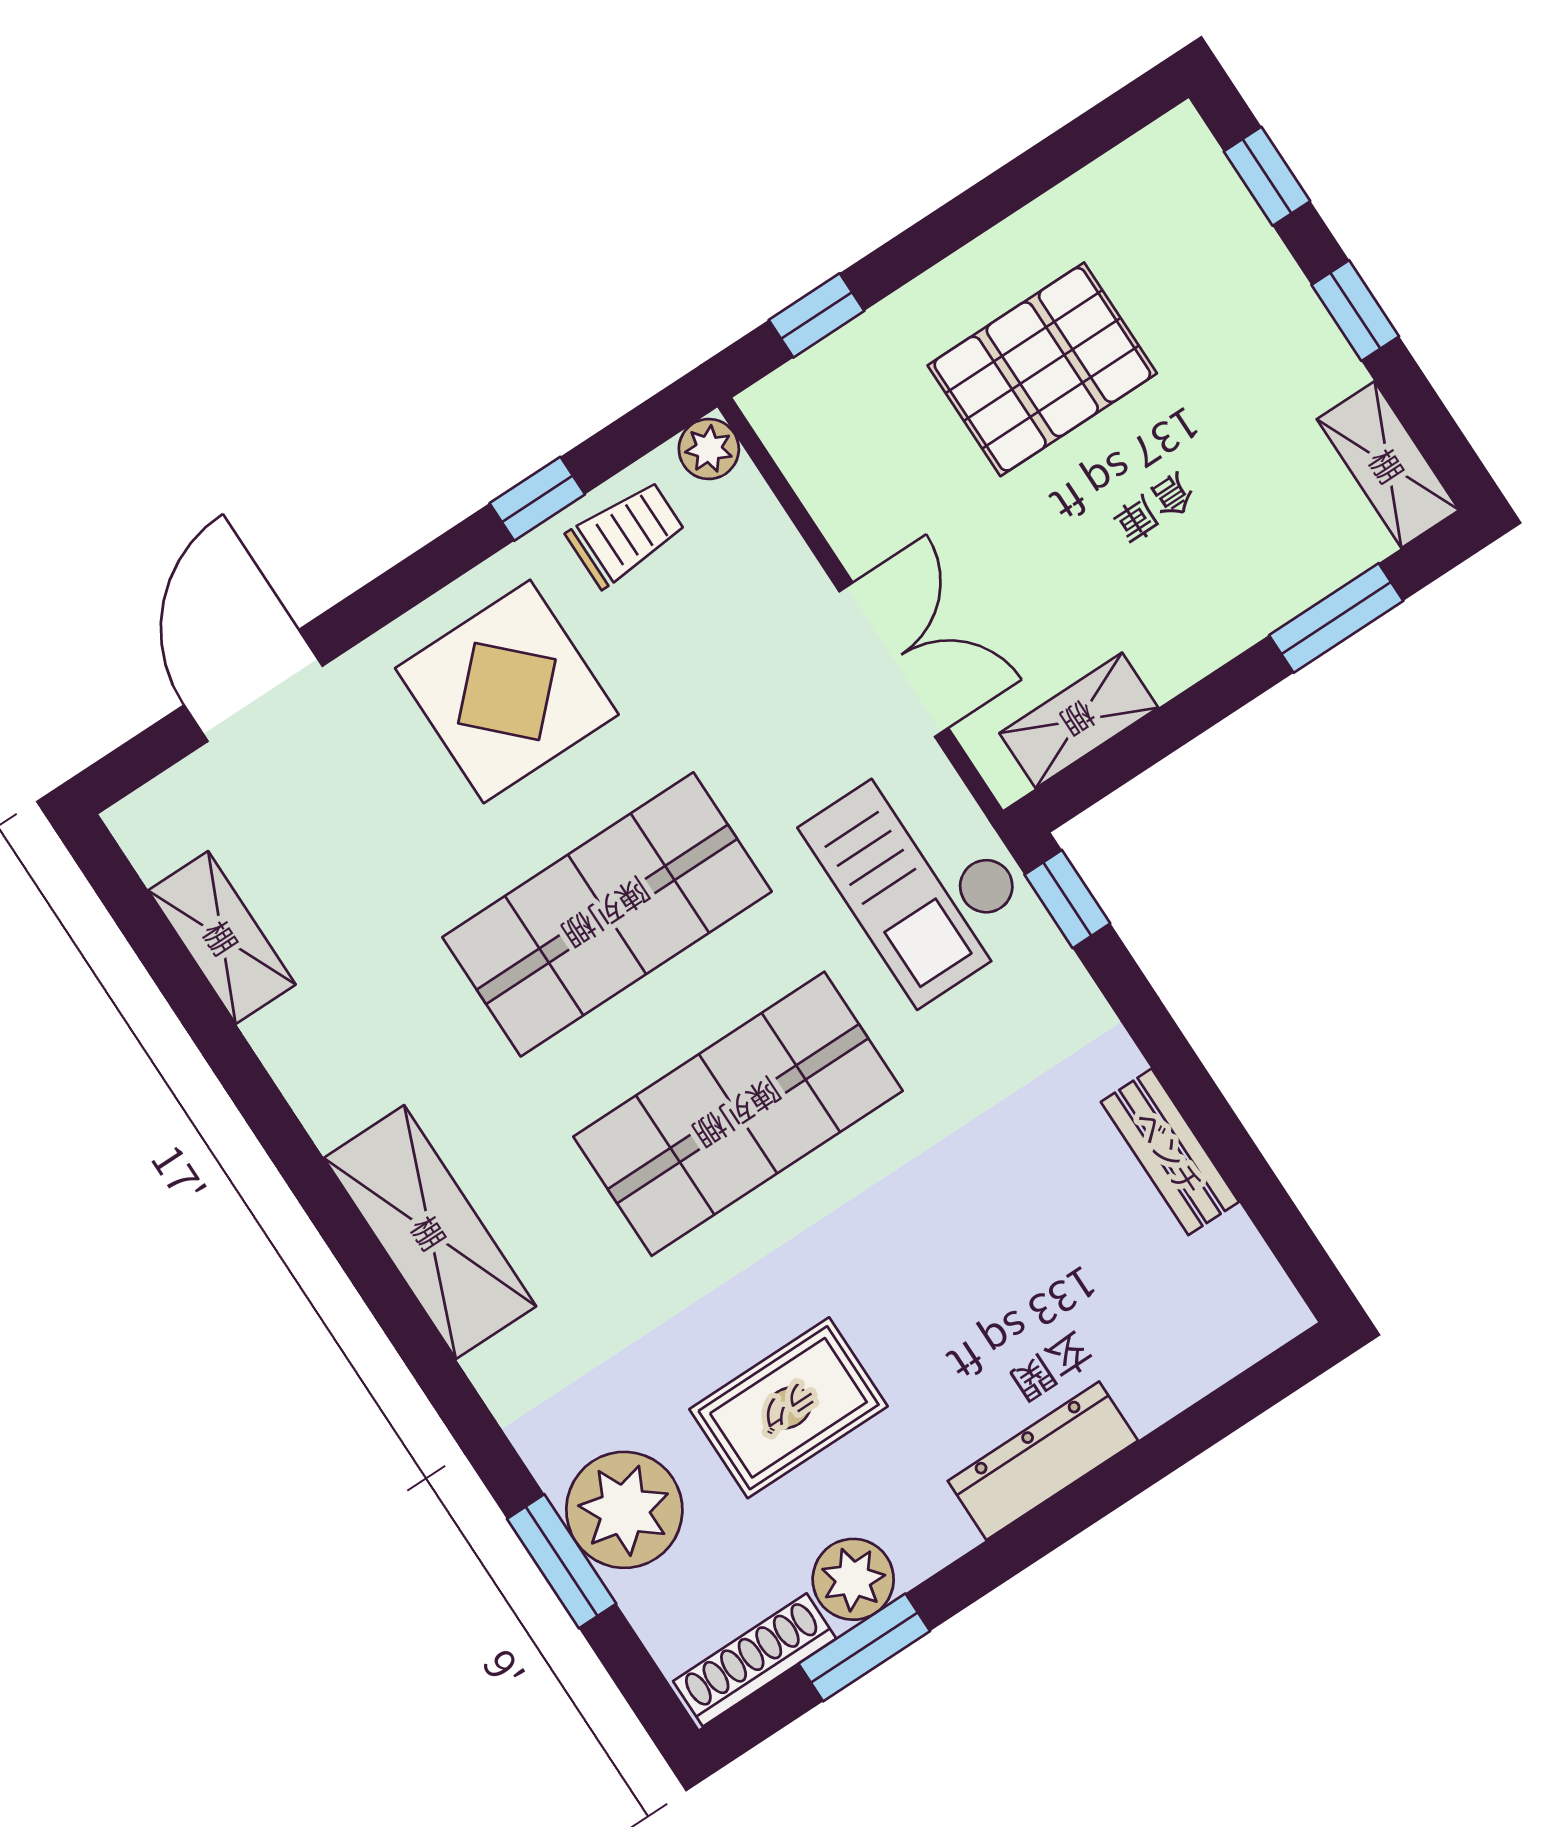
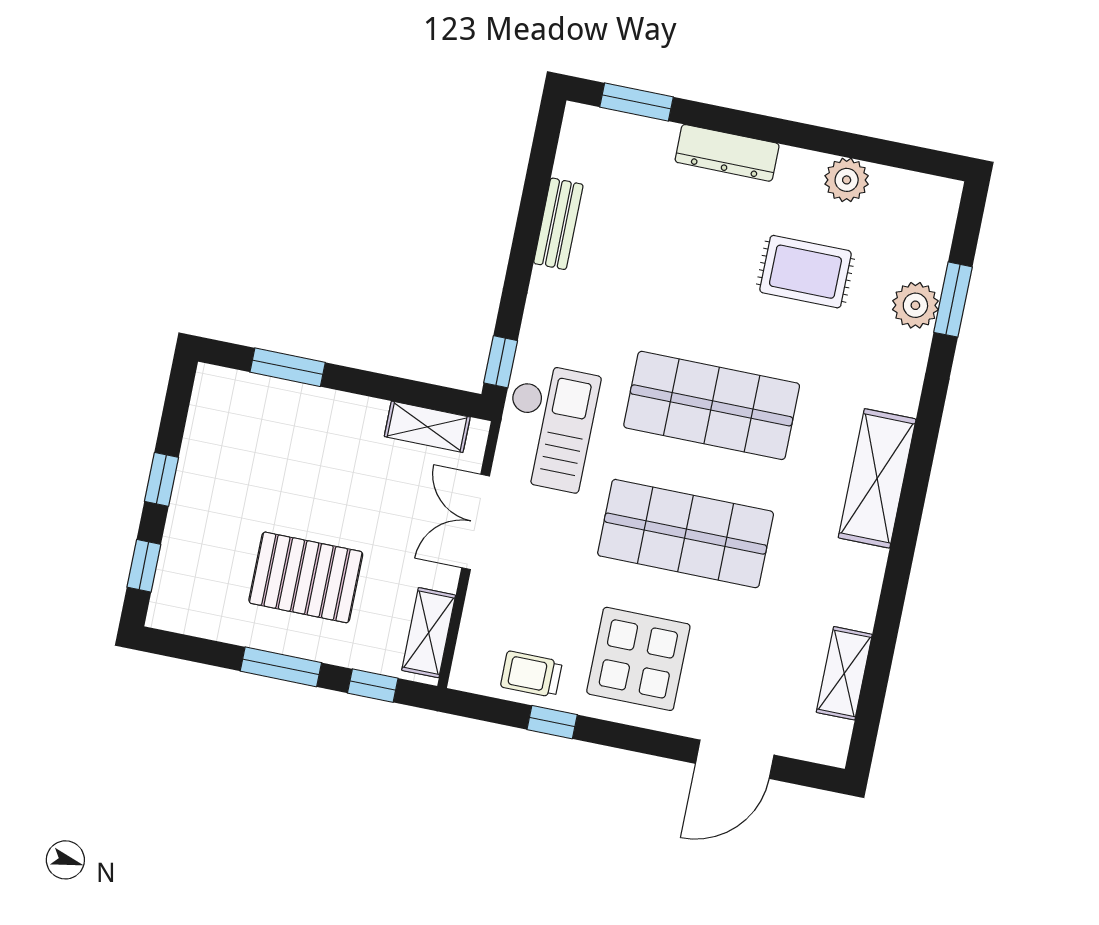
window: (960, 221) -> (281, 667), added
plant: (709, 449) -> (466, 675), removed
shelving: (1388, 465) -> (429, 633), moved
plant: (624, 1510) -> (915, 305), width x0.73, depth x0.73
window: (864, 1647) -> (637, 102), moved
shoe rack: (755, 1660) -> (916, 187), removed

